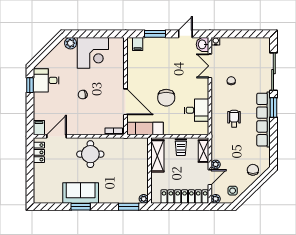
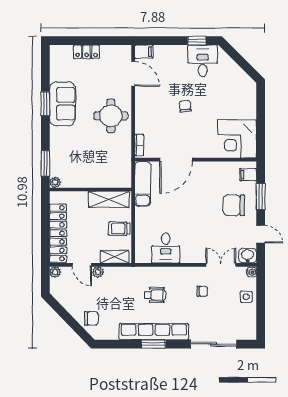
plant: (71, 43) -> (249, 91), removed
corner desk: (93, 53) -> (237, 139), moved
chair: (166, 98) -> (234, 205), moved
window: (273, 107) -> (153, 344), moved
locker: (39, 152) -> (87, 52), moved
side table: (233, 191) -> (246, 297), moved

